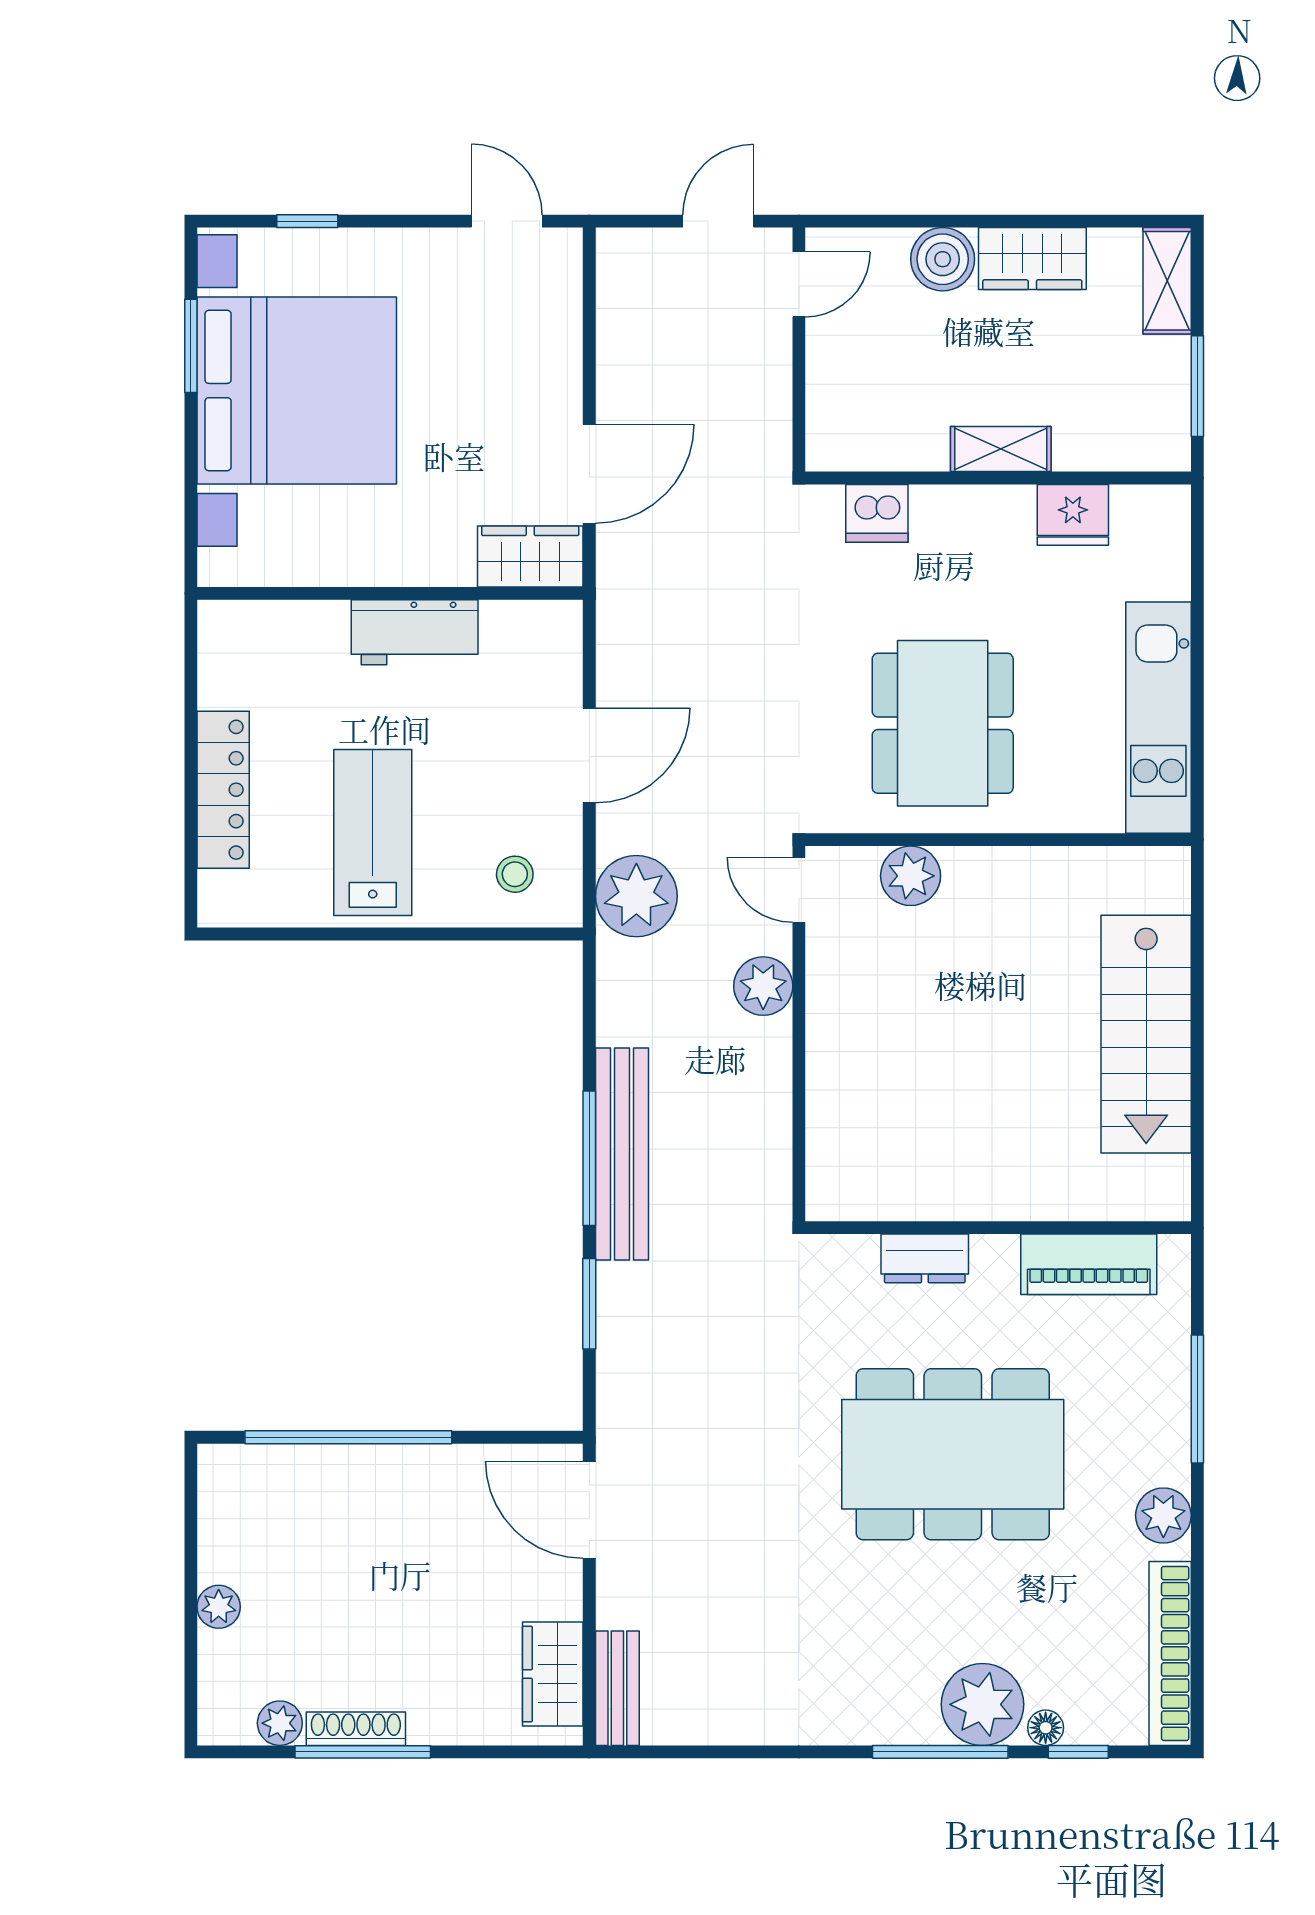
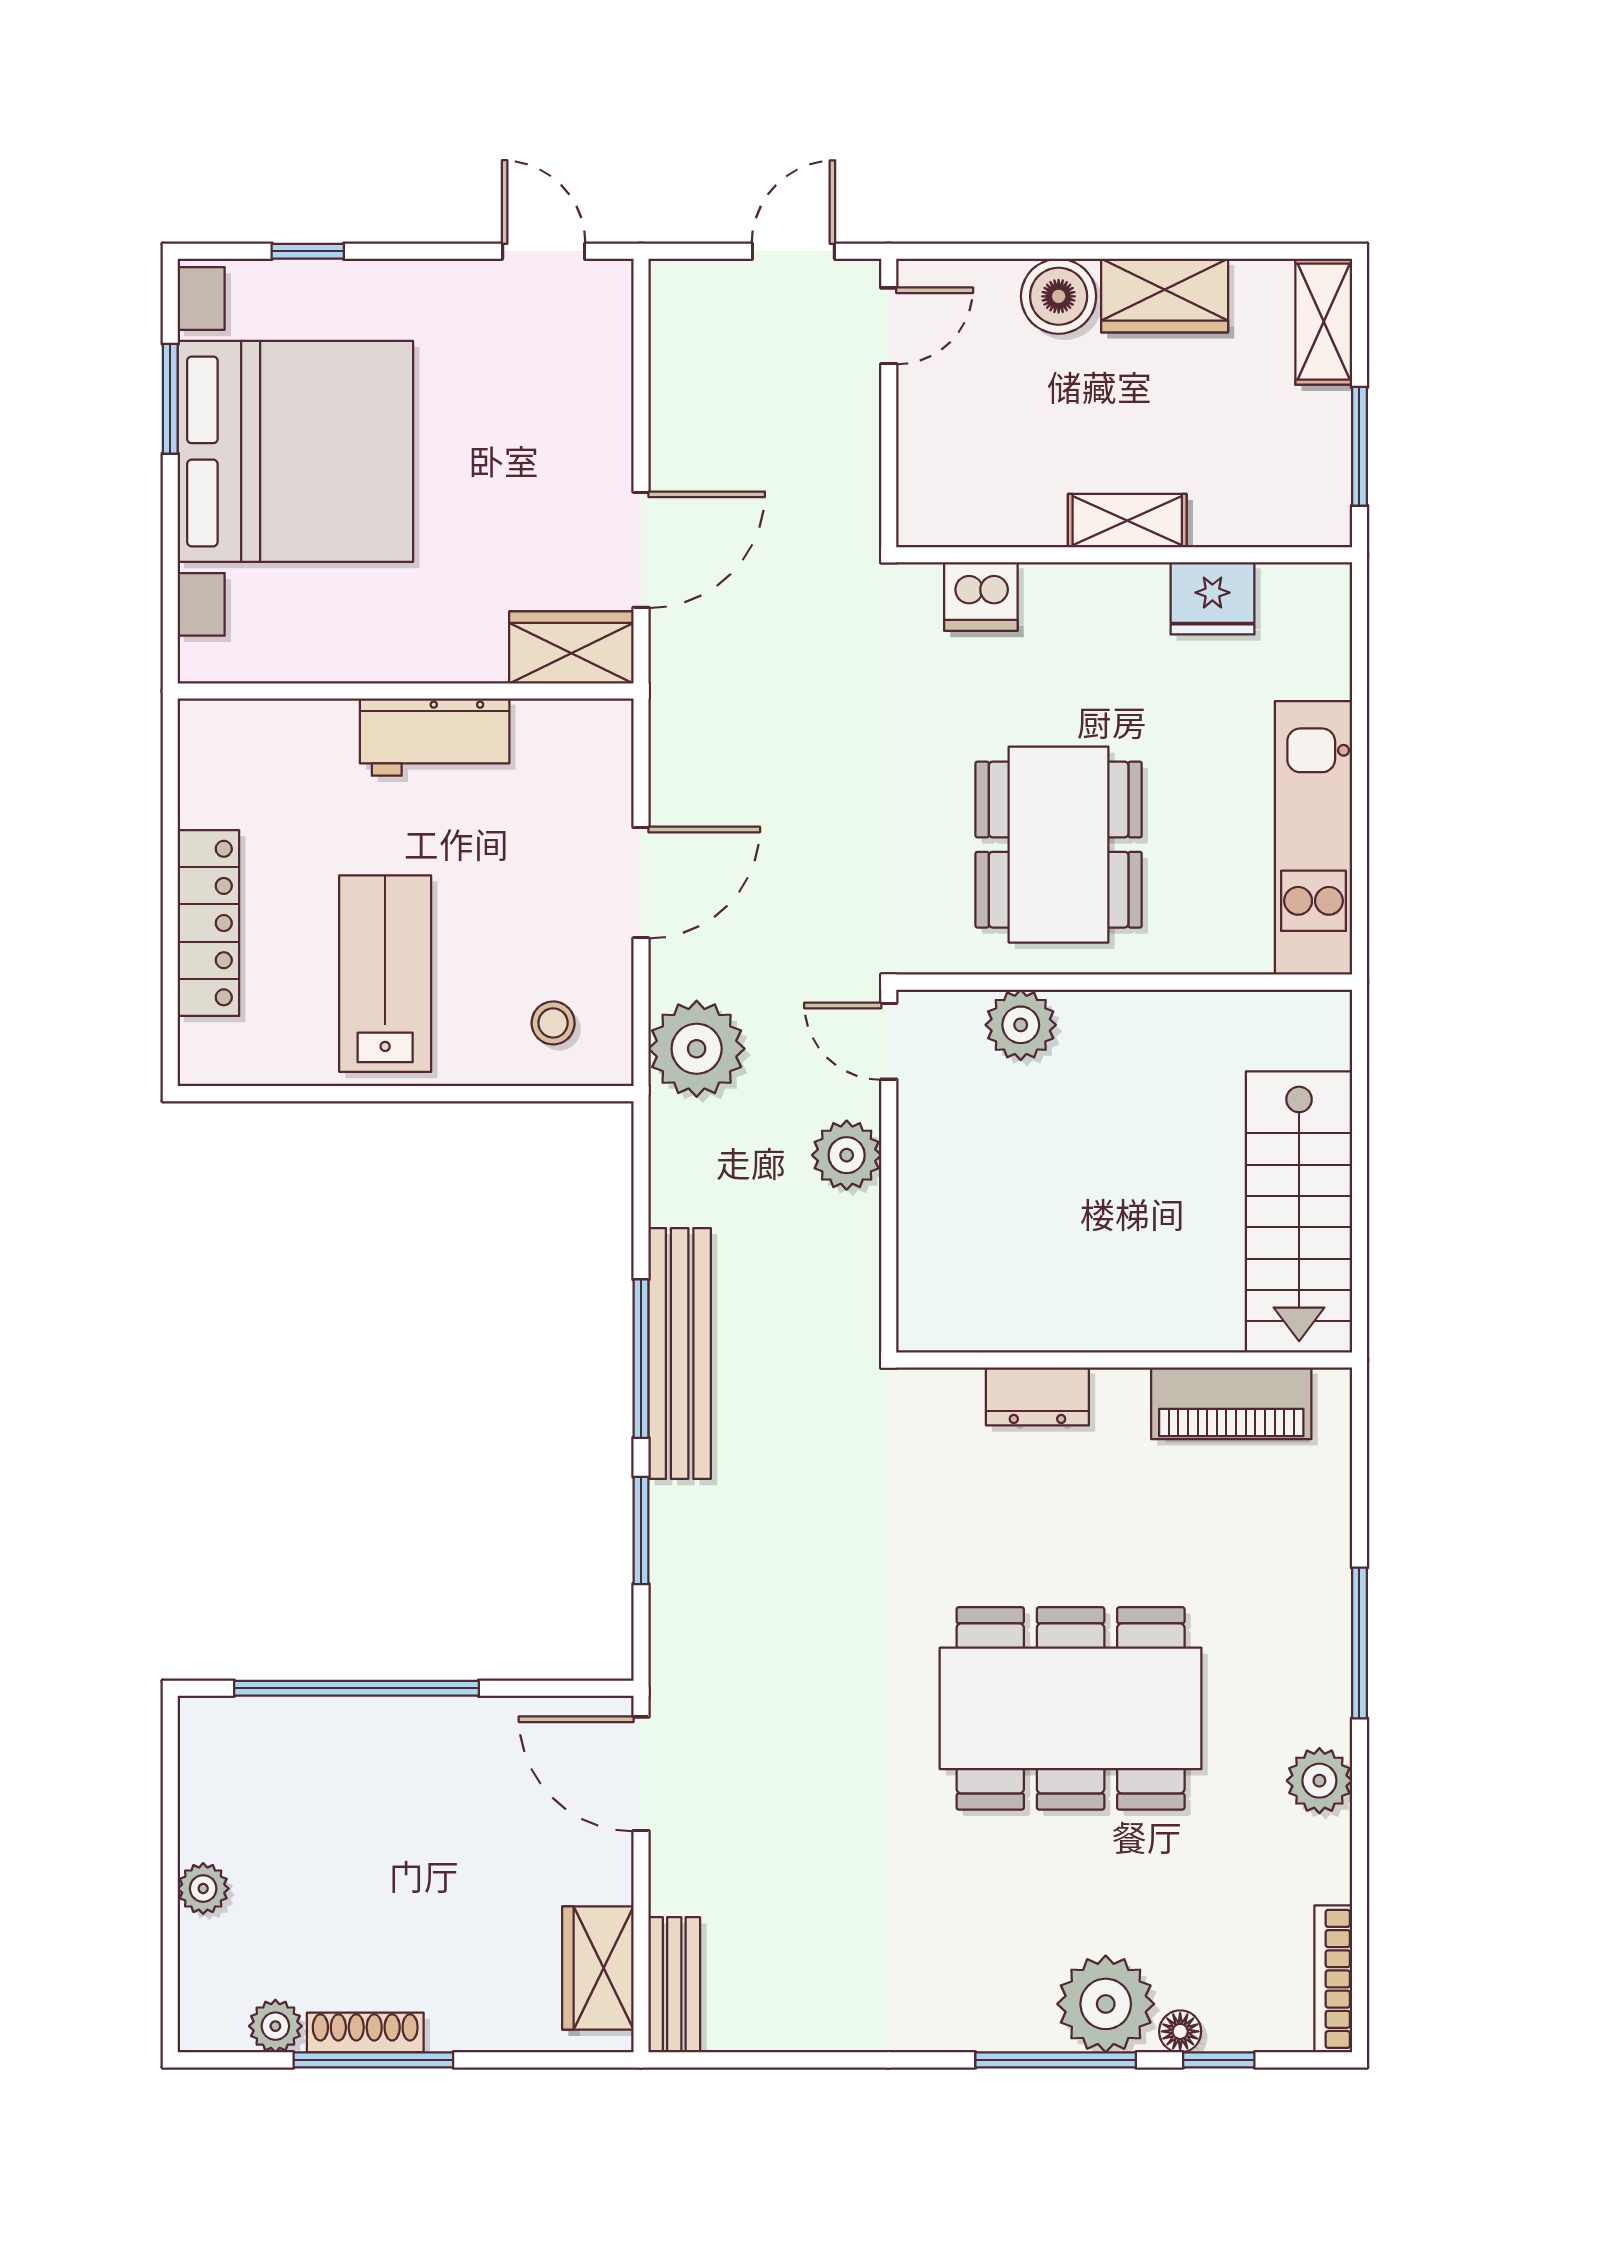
wall: (998, 1228) -> (1124, 1360), moved
dresser: (925, 1258) -> (1037, 1396), moved
piano: (1089, 1264) -> (1231, 1403), moved
bookcase: (1170, 1653) -> (1333, 1979), width x0.68, depth x0.76

